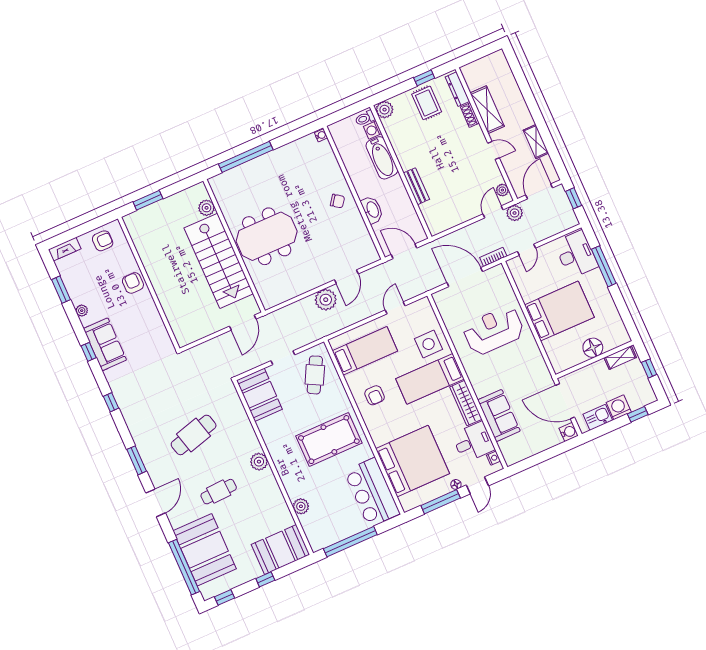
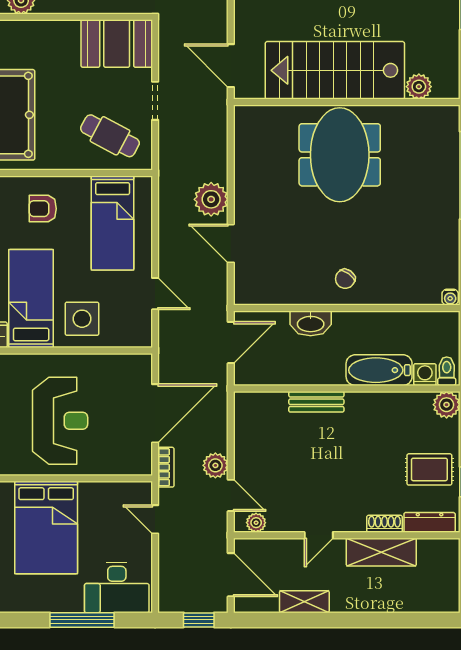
plant: (515, 213) -> (215, 465), moved

